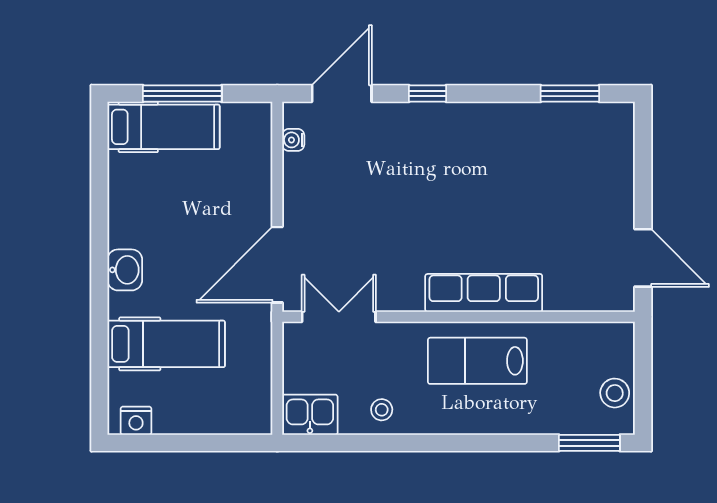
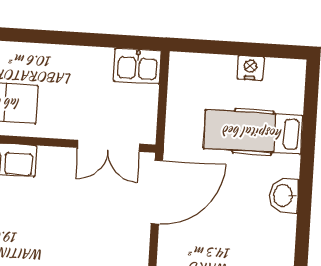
stool: (382, 410) -> (78, 66), removed
nightstand: (136, 421) -> (250, 68), moved

